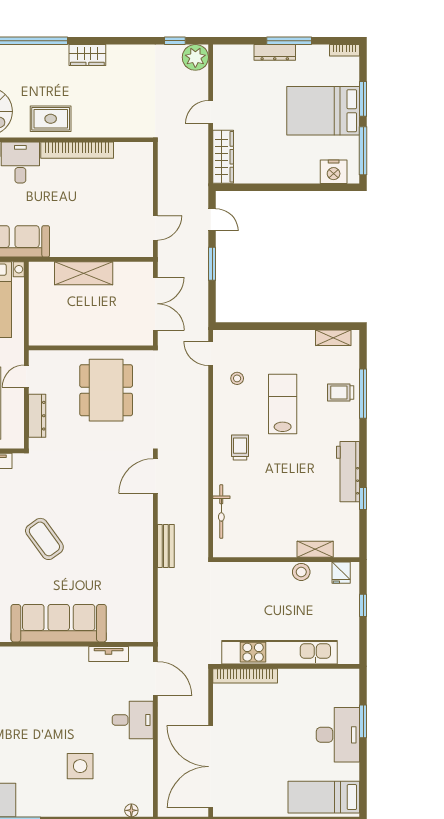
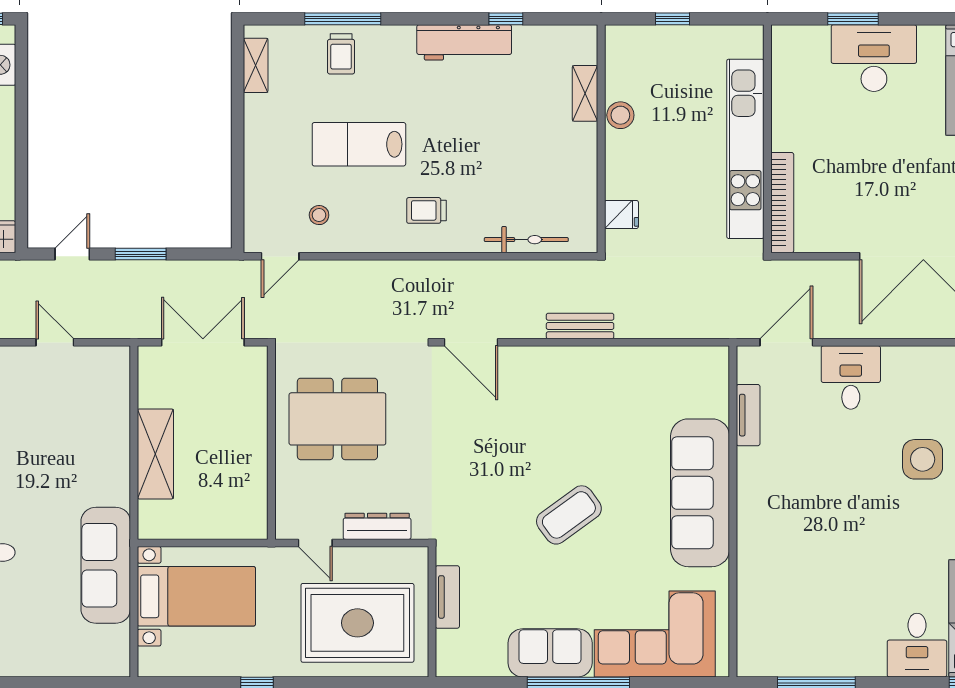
door: (155, 228) -> (55, 342), moved
fridge: (341, 573) -> (621, 214), moved

